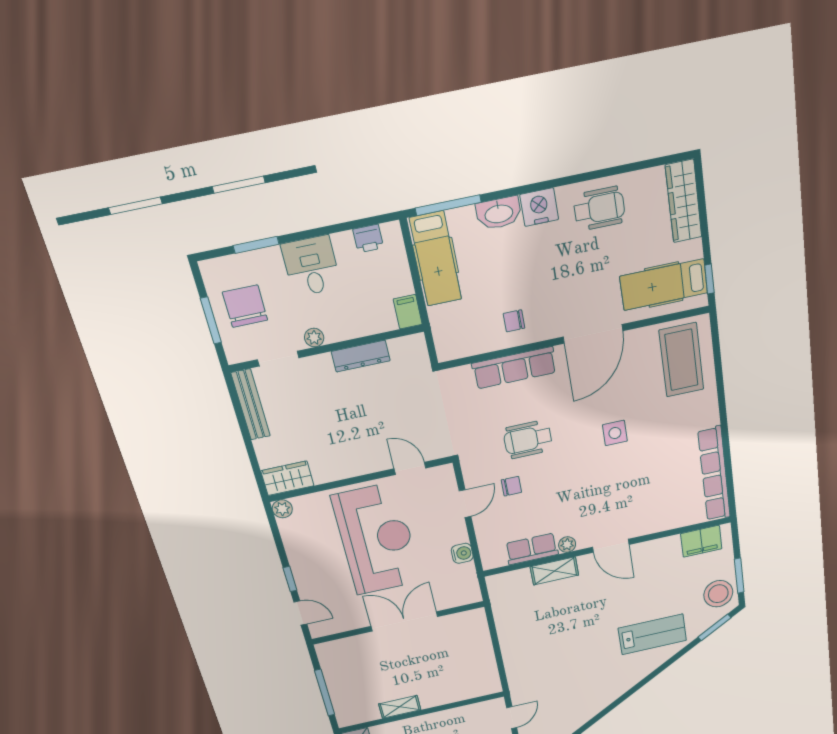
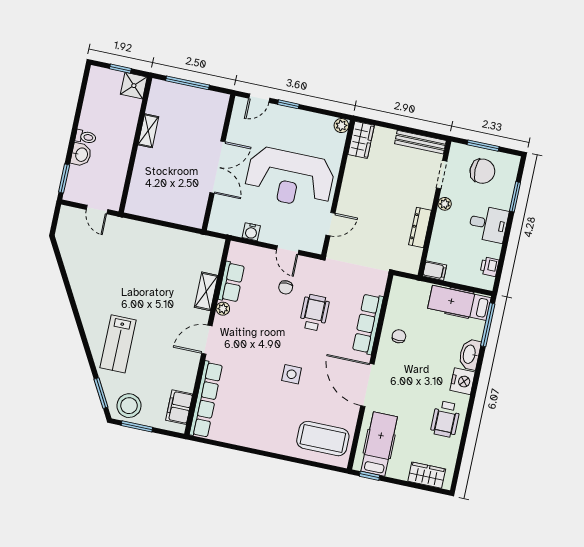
wardrobe: (684, 201) -> (427, 475), width x0.67
row of seats: (714, 474) -> (206, 400), moved, turned 90

